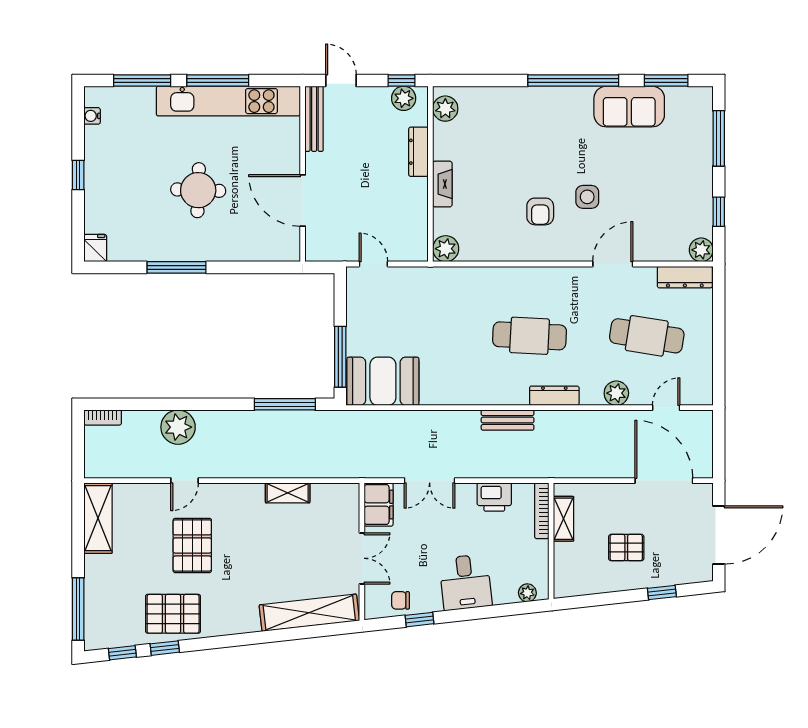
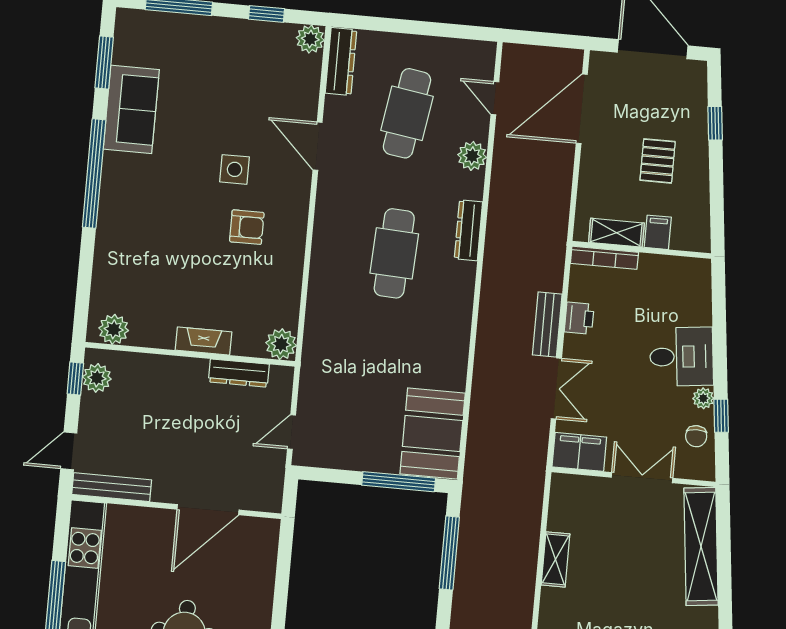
dresser: (418, 152) -> (239, 373), moved
bench: (508, 420) -> (547, 324), moved
printer: (494, 497) -> (579, 318), width x0.73, depth x0.81
filing cabinet: (567, 553) -> (658, 232), added
plant: (527, 593) -> (703, 398), moved

